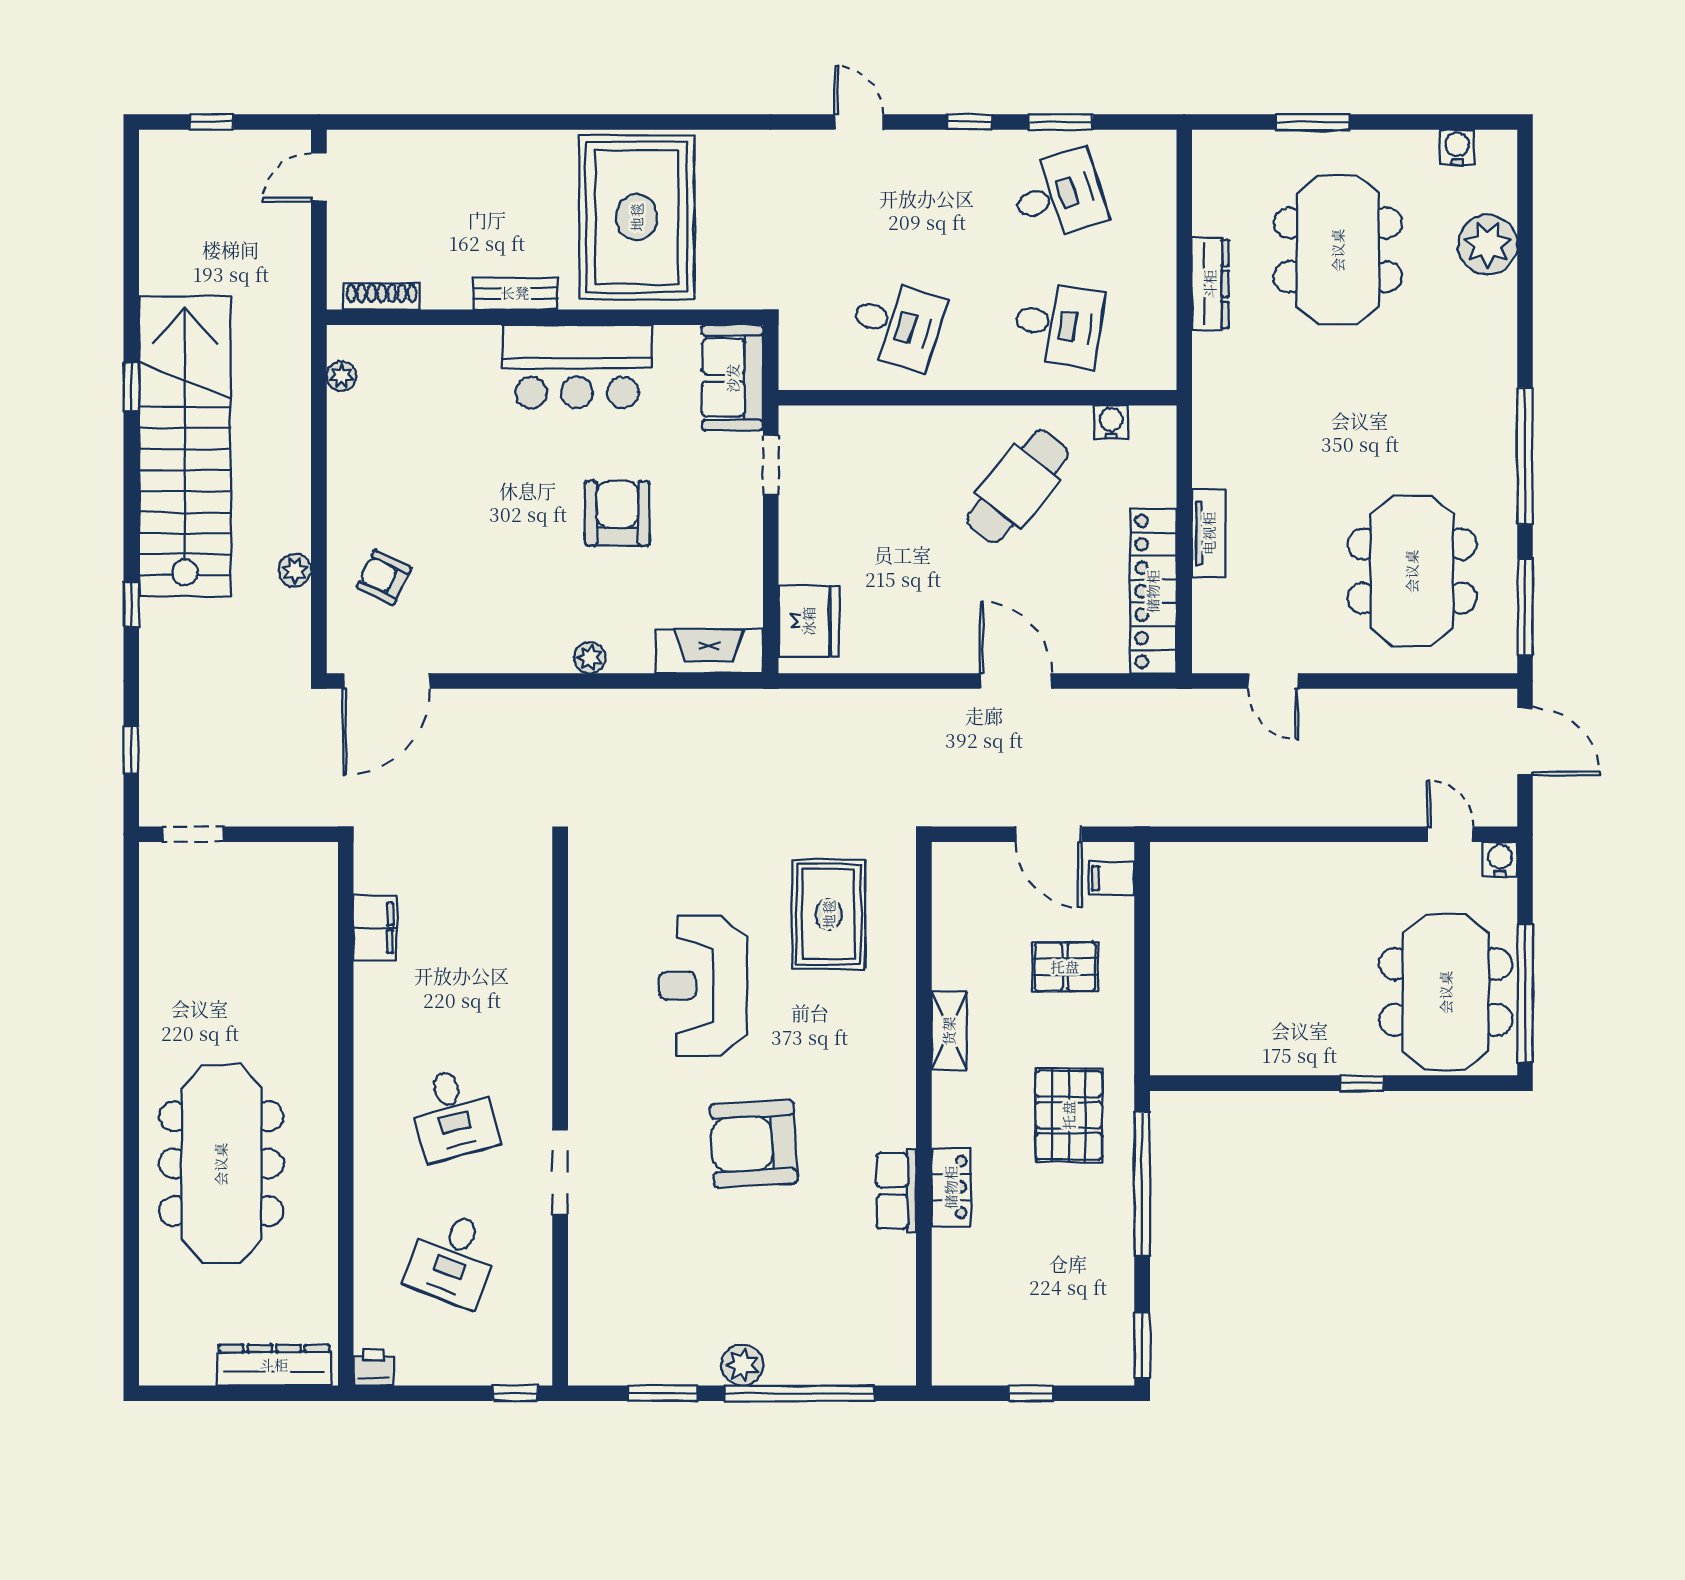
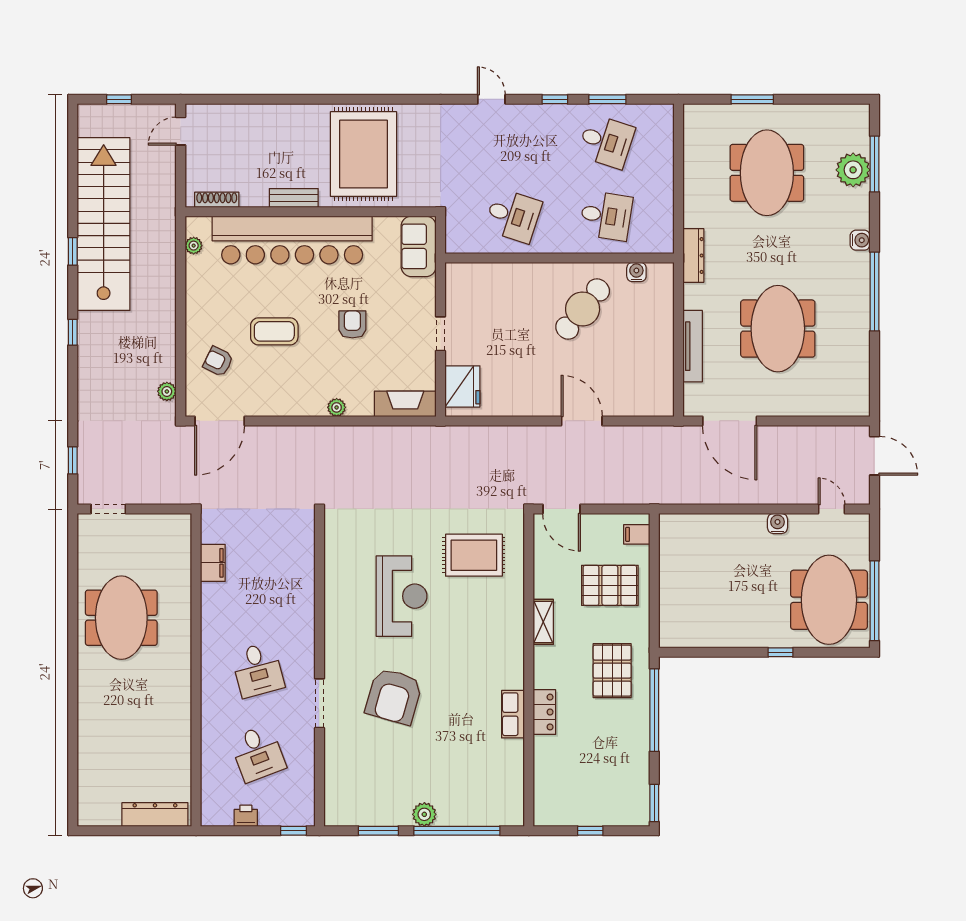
water cooler: (1457, 147) -> (860, 240), moved, turned 90
desk: (1058, 195) -> (606, 142), turned 36
dresser: (1210, 284) -> (693, 255), moved
bar counter: (577, 367) -> (292, 240), width x1.86
stairs: (185, 446) -> (104, 224), moved
doorway: (771, 465) -> (441, 334), moved
armchair: (617, 513) -> (352, 324), width x0.72, depth x0.72
coffee table: (482, 525) -> (274, 331), added
tv unit: (1209, 533) -> (693, 346), width x1.41
plant: (295, 570) -> (167, 391), moved
meeting table: (1412, 571) -> (778, 329), moved
locker: (1153, 591) -> (661, 369), removed
window: (131, 604) -> (73, 332), moved
window: (1525, 607) -> (875, 164), moved
door: (1273, 681) -> (730, 421), width x1.88
door: (1049, 834) -> (561, 509), moved
water cooler: (1500, 859) -> (777, 523), moved
rug: (829, 914) -> (474, 555), turned 90
pallet: (1065, 967) -> (610, 585), width x1.50, depth x1.42
reception desk: (703, 986) -> (402, 596), turned 180
armchair: (754, 1144) -> (394, 696), moved, turned -71
meeting table: (221, 1164) -> (121, 618), moved, width x0.73
desk: (453, 1259) -> (258, 753), turned -42
printer: (373, 1367) -> (246, 816), moved

